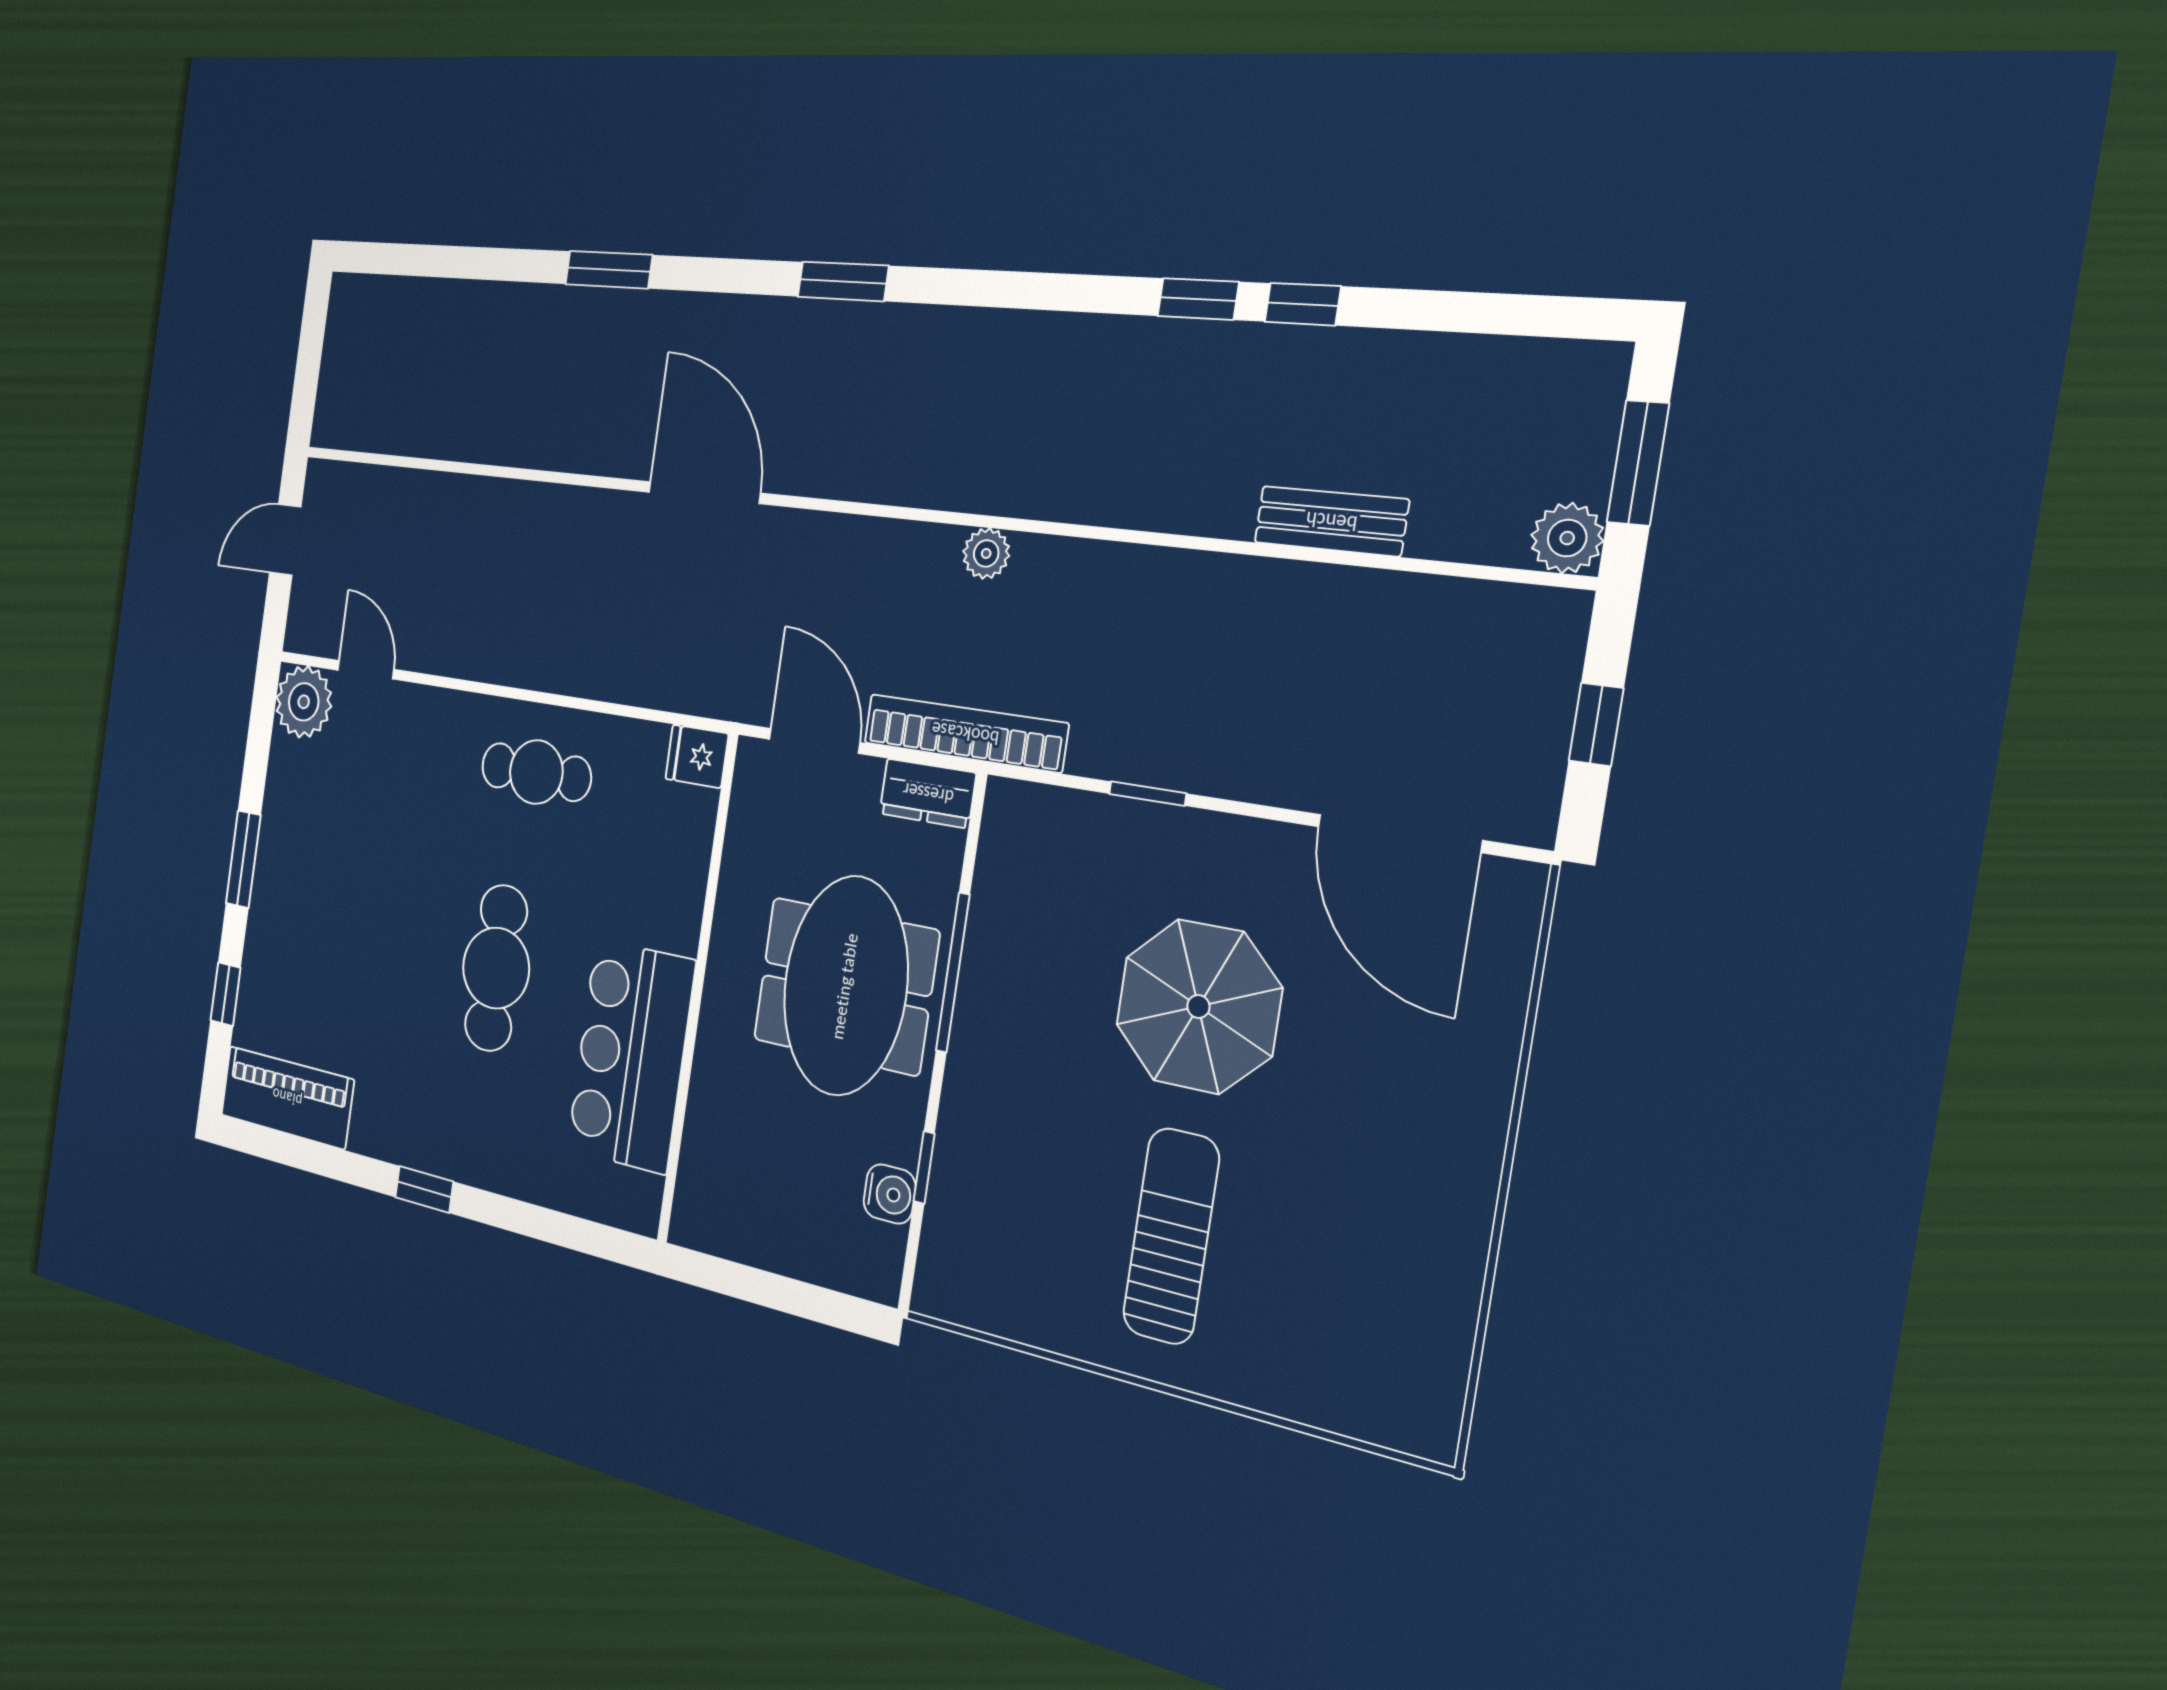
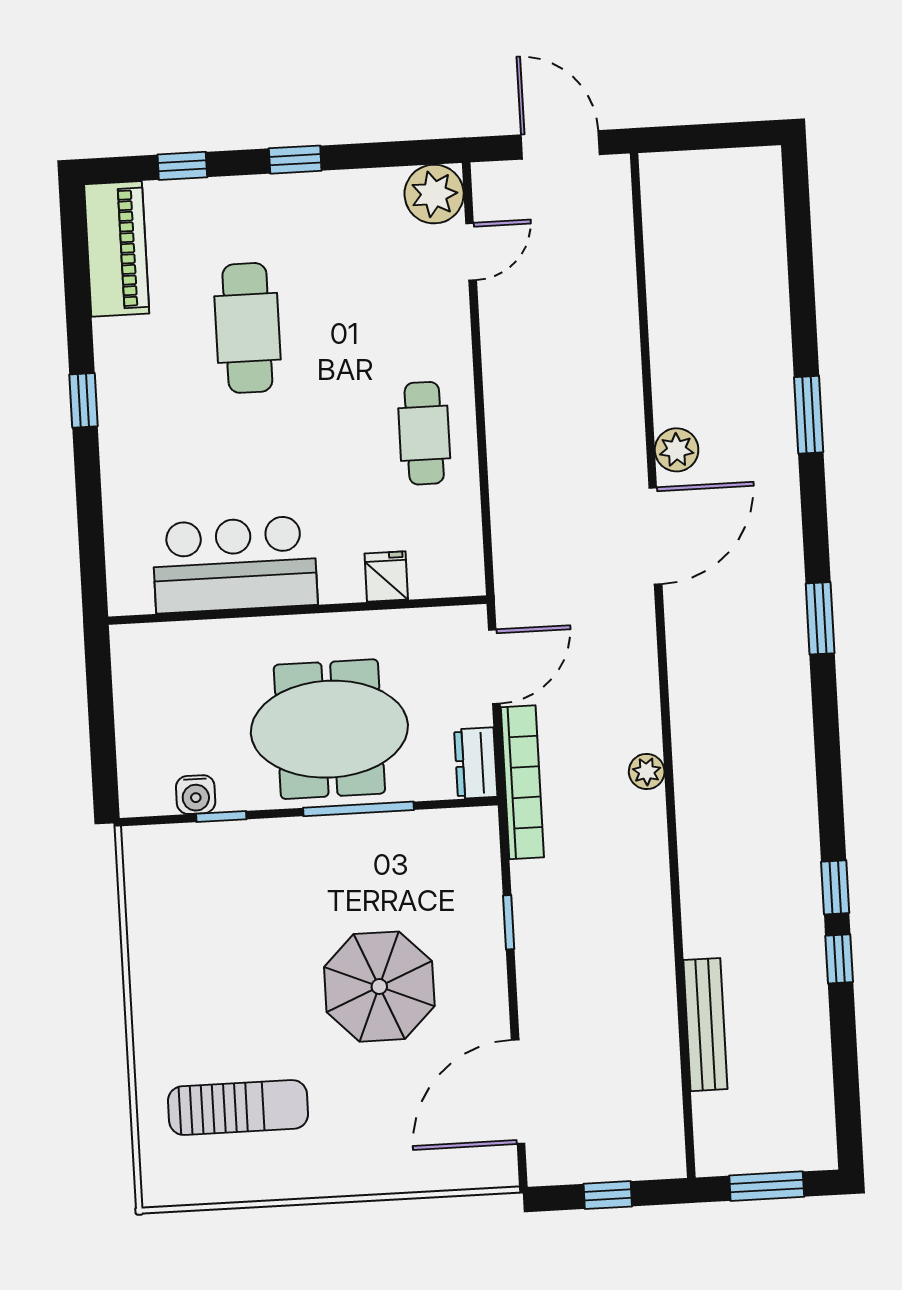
bench: (1331, 521) -> (705, 1025), width x1.36
plant: (1567, 538) -> (677, 450), moved
door: (285, 540) -> (560, 145), width x1.38
fridge: (697, 756) -> (386, 577), moved
window: (243, 859) -> (295, 160), width x0.67
cafe table: (496, 968) -> (247, 328), moved, turned 90
sun lounger: (1171, 1236) -> (238, 1107), moved

